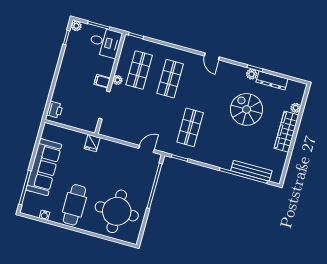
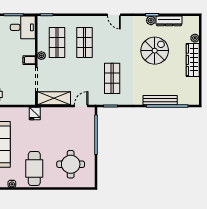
spiral stairs: (247, 109) -> (155, 51), turned 90
shelving: (118, 132) -> (54, 98), added
bench: (251, 171) -> (160, 100), moved
round table: (117, 211) -> (71, 164), width x0.73, depth x0.73

